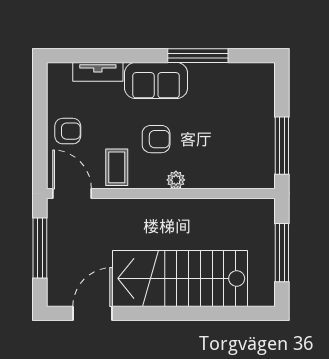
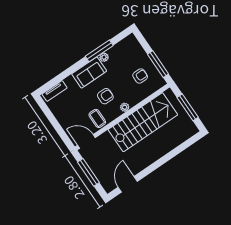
tv unit: (98, 72) -> (55, 91), moved
plant: (199, 72) -> (104, 57), added
armchair: (68, 131) -> (140, 76), moved
stairs: (180, 278) -> (143, 122), moved, turned 180

